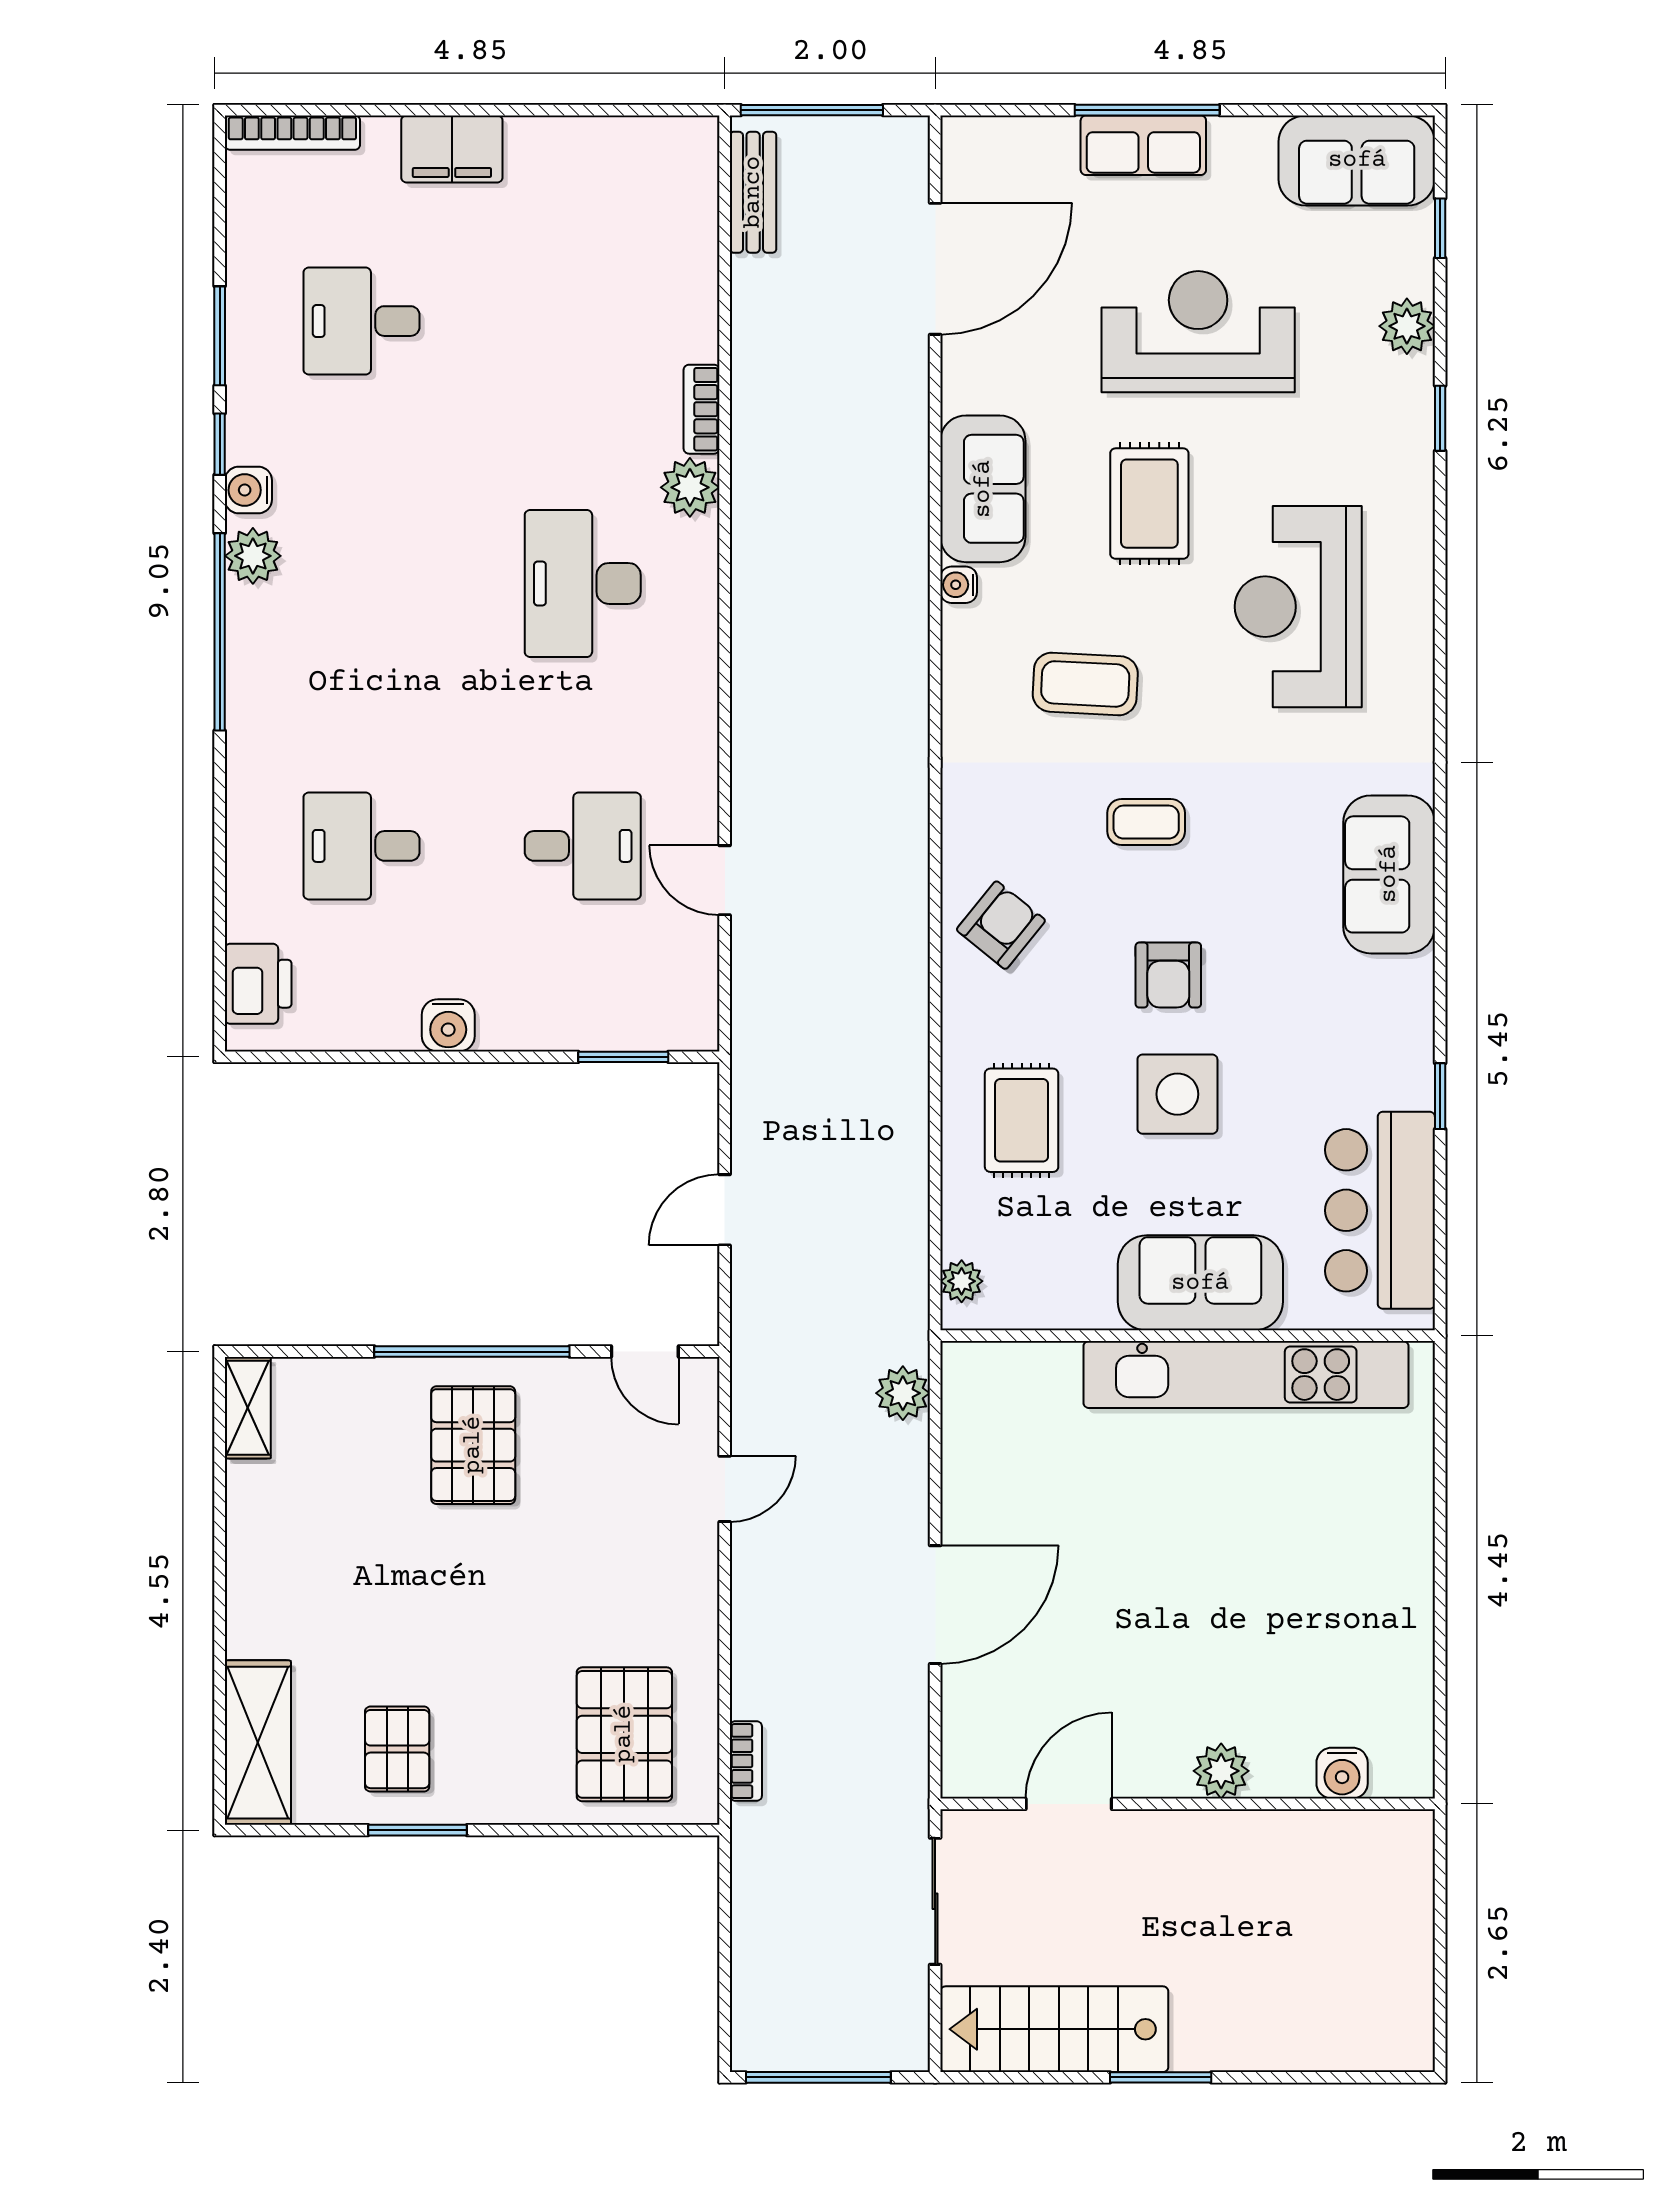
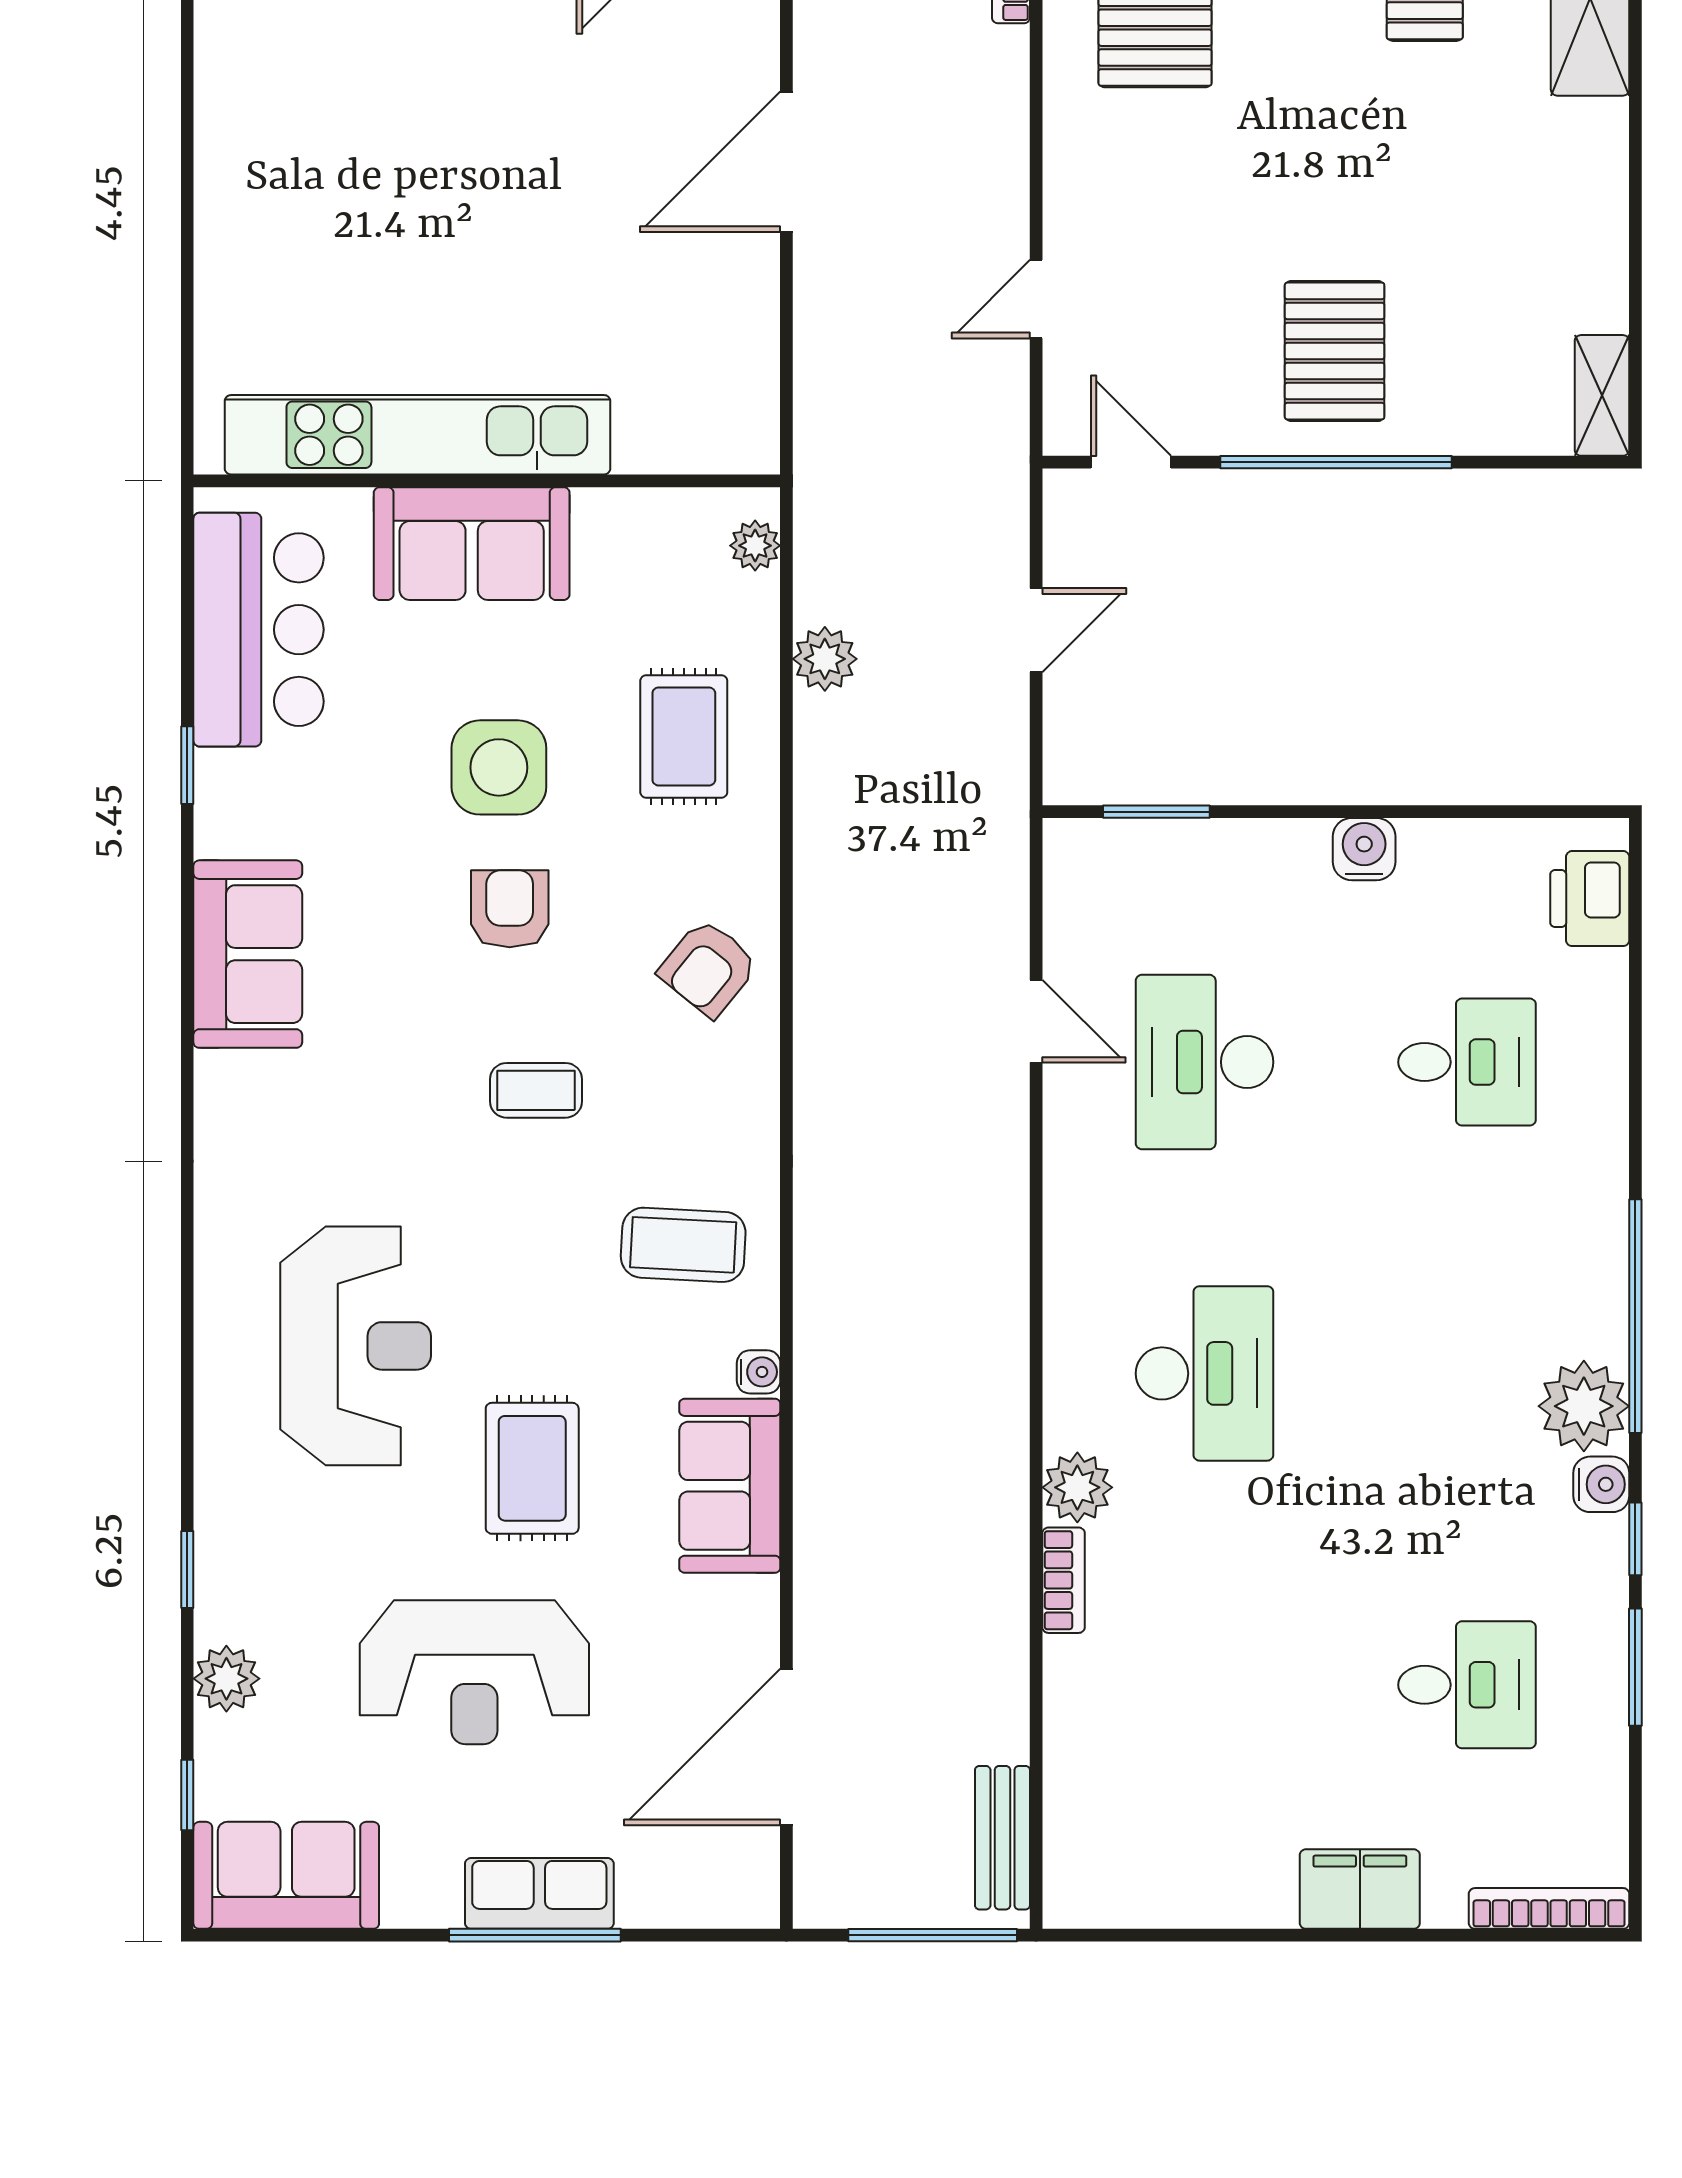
plant: (253, 556) -> (1584, 1406), width x1.36, depth x1.36
coffee table: (1085, 684) -> (683, 1245), moved
desk: (583, 846) -> (1205, 1062), width x1.37
sofa: (1389, 874) -> (248, 954), moved
plant: (903, 1393) -> (825, 659), moved

